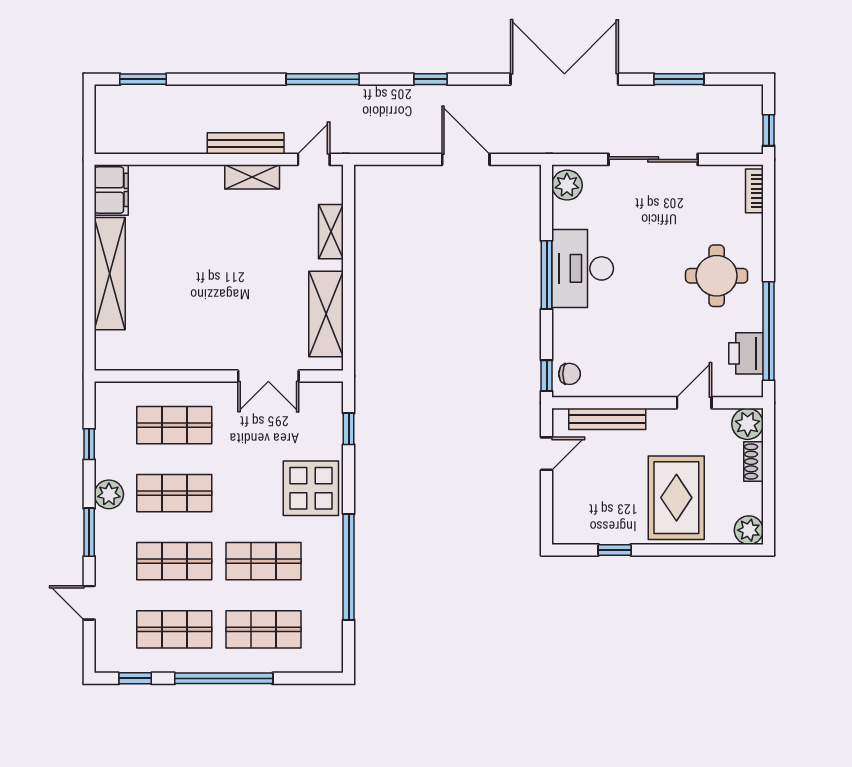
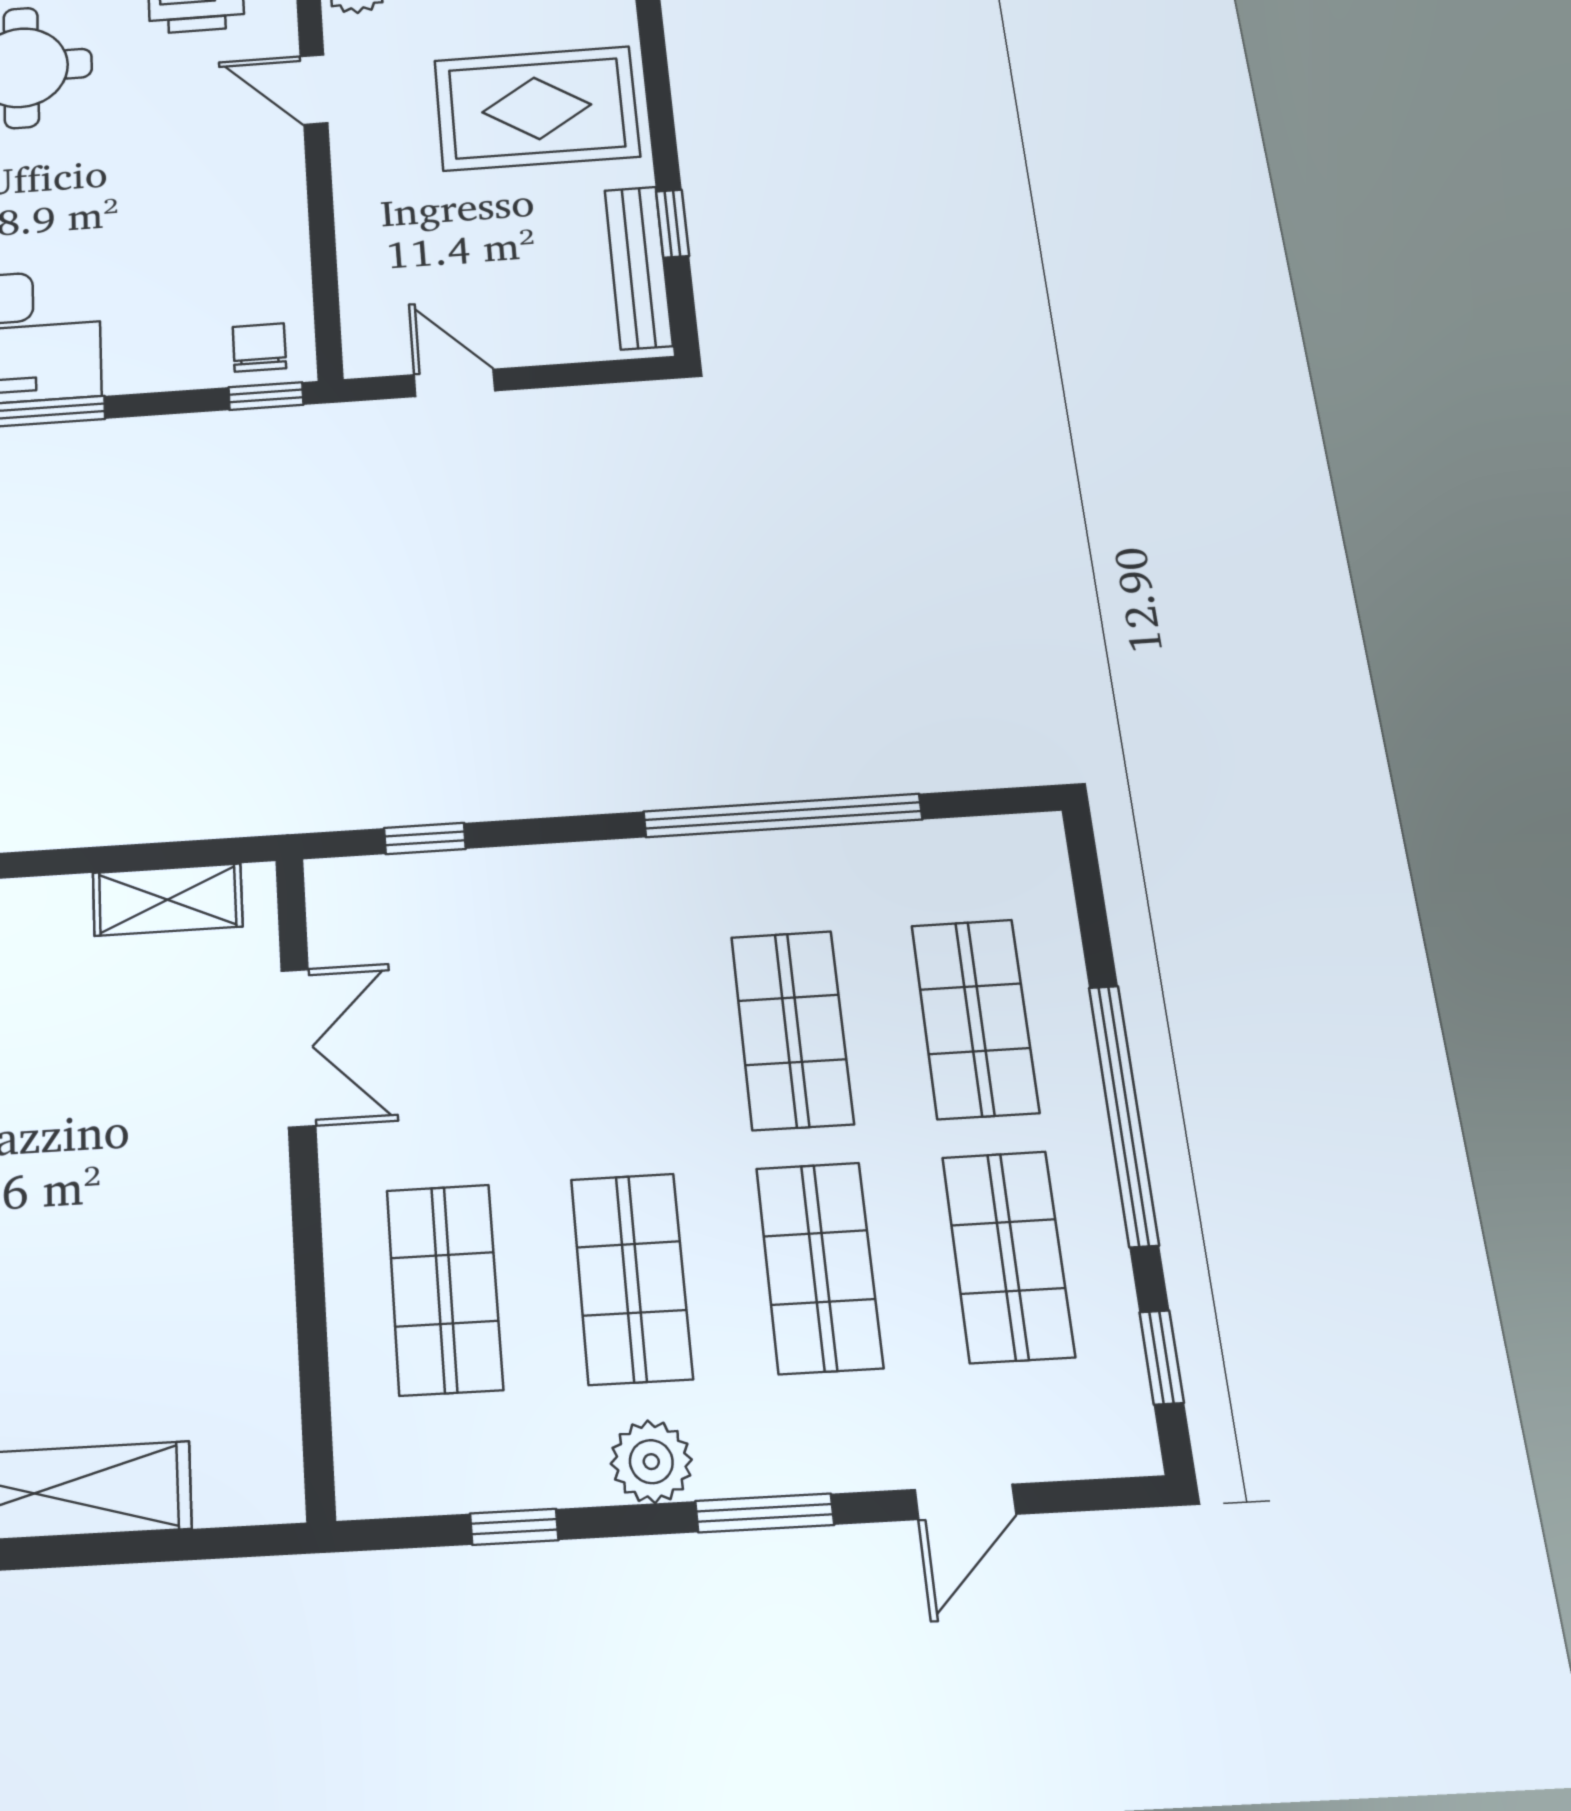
shelving: (326, 314) -> (168, 900), width x0.67, depth x0.75
bench: (607, 419) -> (638, 267), moved
display table: (311, 488) -> (586, 921), removed

